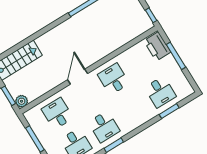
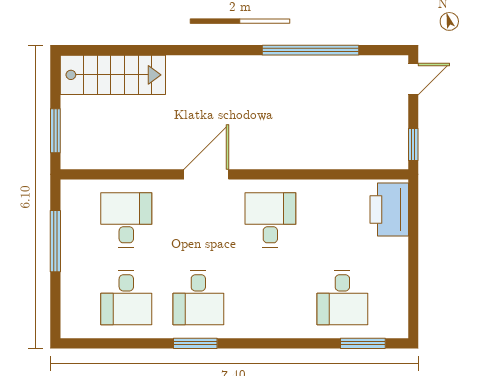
window: (176, 56) -> (413, 248), removed
plant: (22, 101) -> (74, 156), removed
window: (169, 111) -> (363, 343), moved

